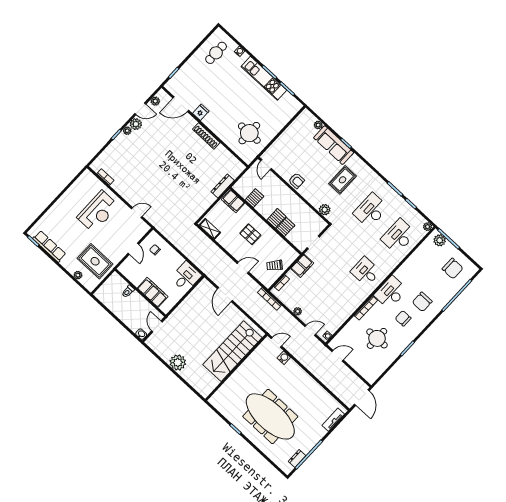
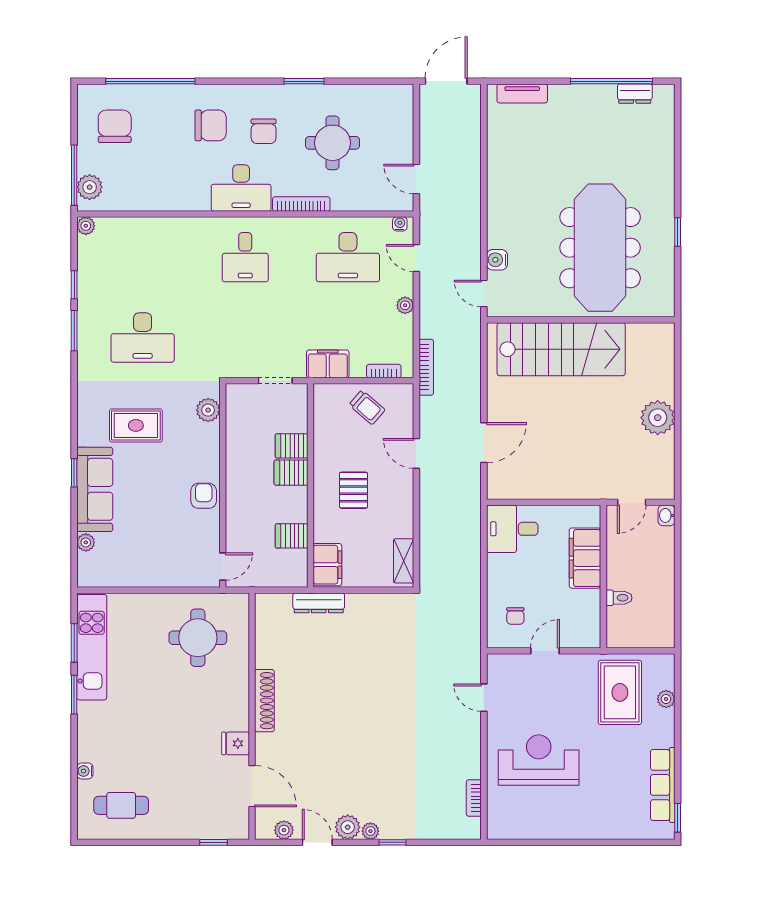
kitchen unit: (264, 78) -> (92, 647), moved
desk: (398, 236) -> (348, 257), moved
meeting table: (270, 416) -> (600, 248), moved

